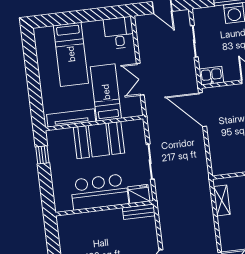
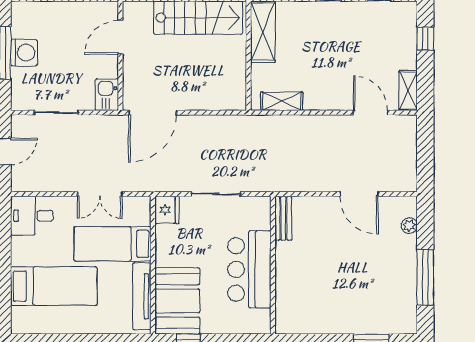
booth: (99, 140) -> (177, 301), moved
fridge: (139, 194) -> (167, 210), moved, turned 180

